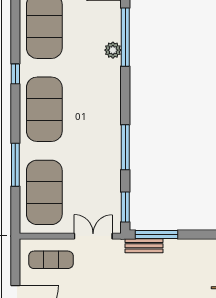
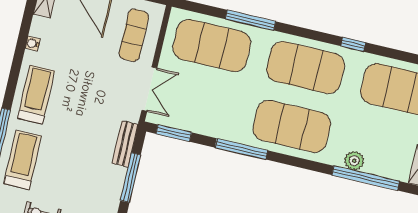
exercise mat: (96, 109) -> (292, 126), added
window: (156, 235) -> (131, 178), moved

